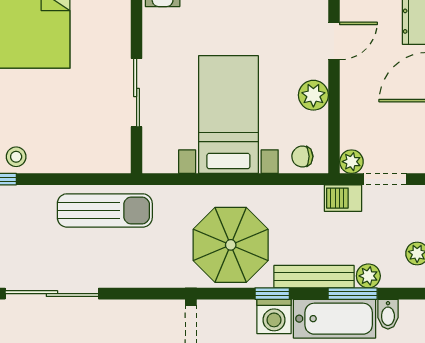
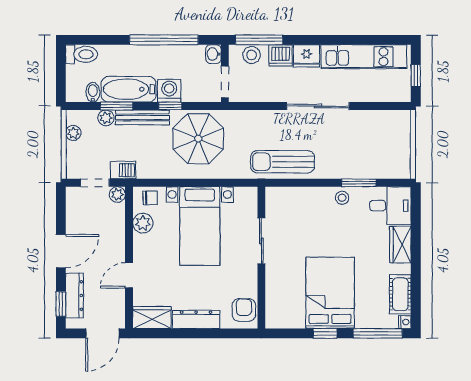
plant: (313, 95) -> (143, 223), moved

